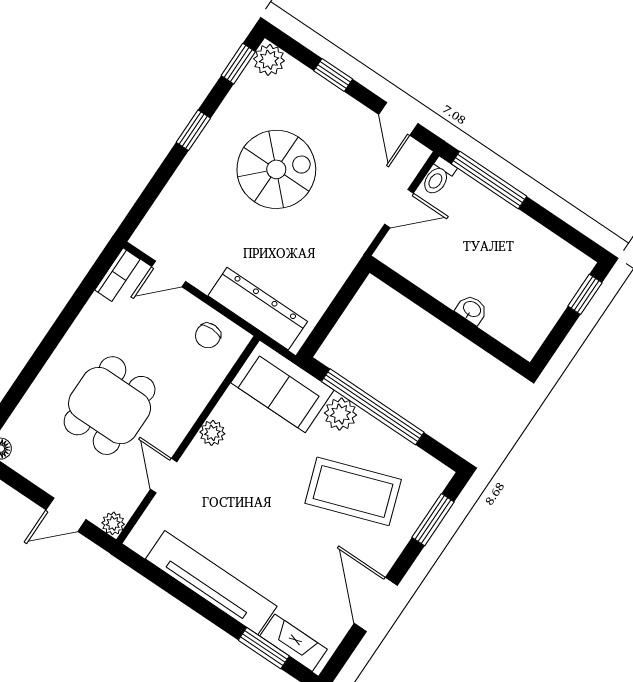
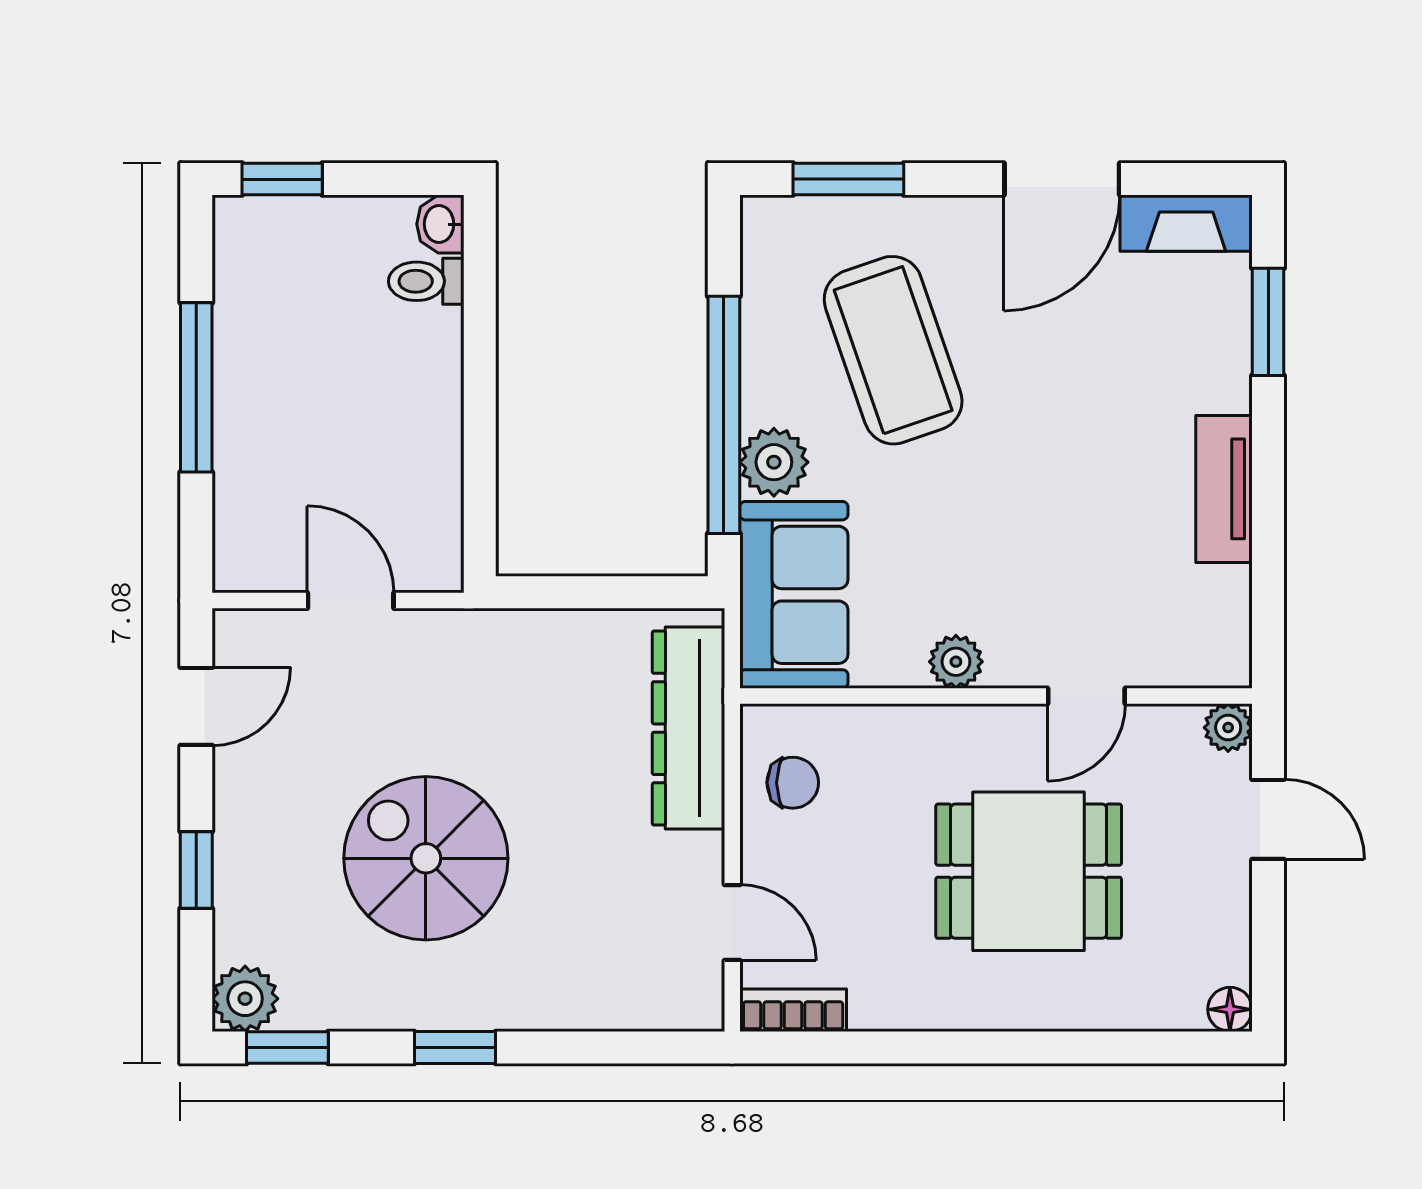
toilet: (438, 177) -> (426, 281), moved, turned 180
window: (489, 180) -> (196, 387), moved
washbasin: (472, 310) -> (440, 224), moved
tv unit: (211, 583) -> (1224, 489), width x0.52, depth x0.78
fireplace: (294, 643) -> (1186, 223), moved, turned -90

